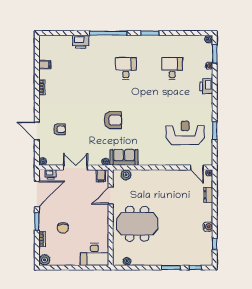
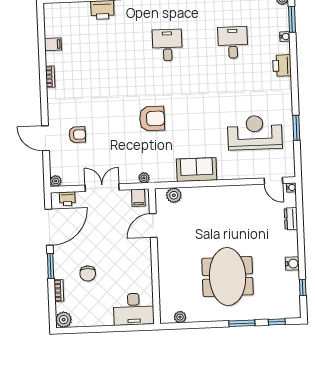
sofa: (124, 157) -> (197, 170), moved
meeting table: (137, 224) -> (228, 277), moved, turned 90

